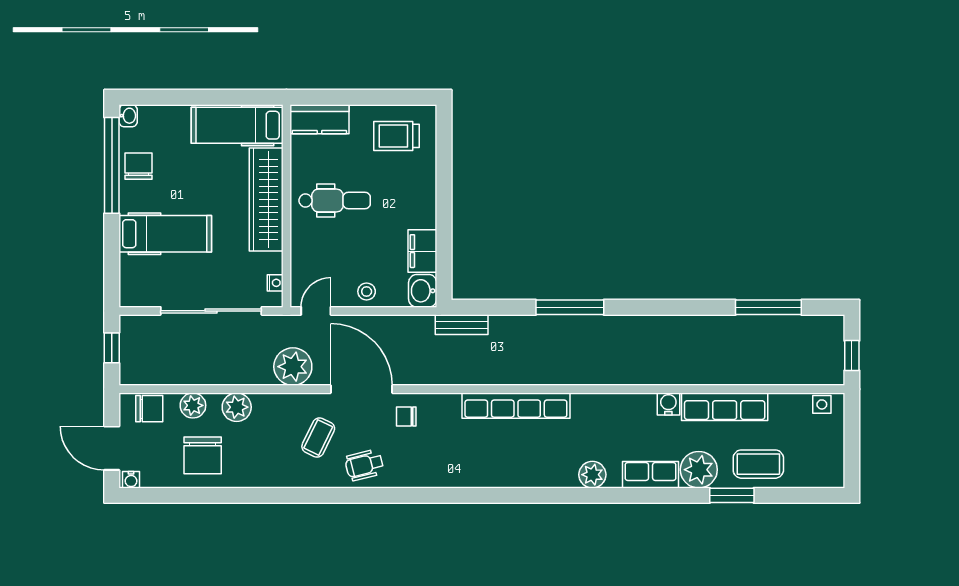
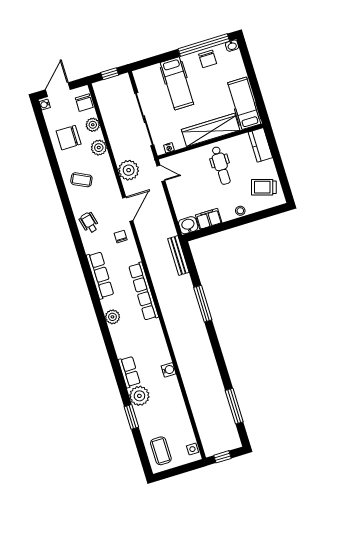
trolley: (396, 136) -> (264, 187), turned -73
chair: (139, 166) -> (208, 59), turned 90
stool: (367, 291) -> (240, 211), moved
bench: (462, 325) -> (178, 255), width x1.36
door: (362, 389) -> (128, 209), width x0.73
row of seats: (725, 407) -> (100, 275), moved, turned 180
coffee table: (318, 437) -> (81, 180), moved
coffee table: (758, 464) -> (161, 451), moved
plant: (592, 475) -> (112, 317), moved

